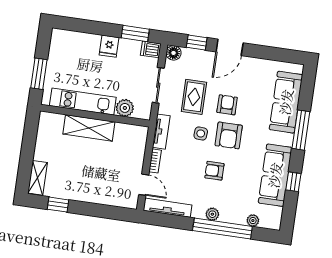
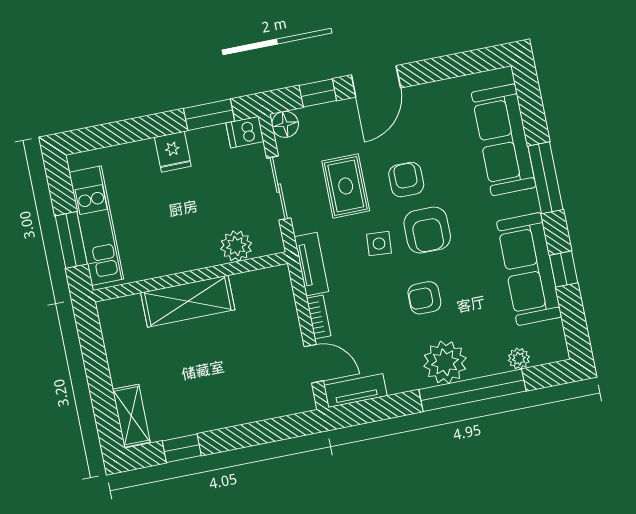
kitchen unit: (83, 101) -> (96, 226), moved, turned 90
tv unit: (167, 208) -> (355, 391), width x0.71
plant: (212, 214) -> (445, 362), width x1.87, depth x1.87

